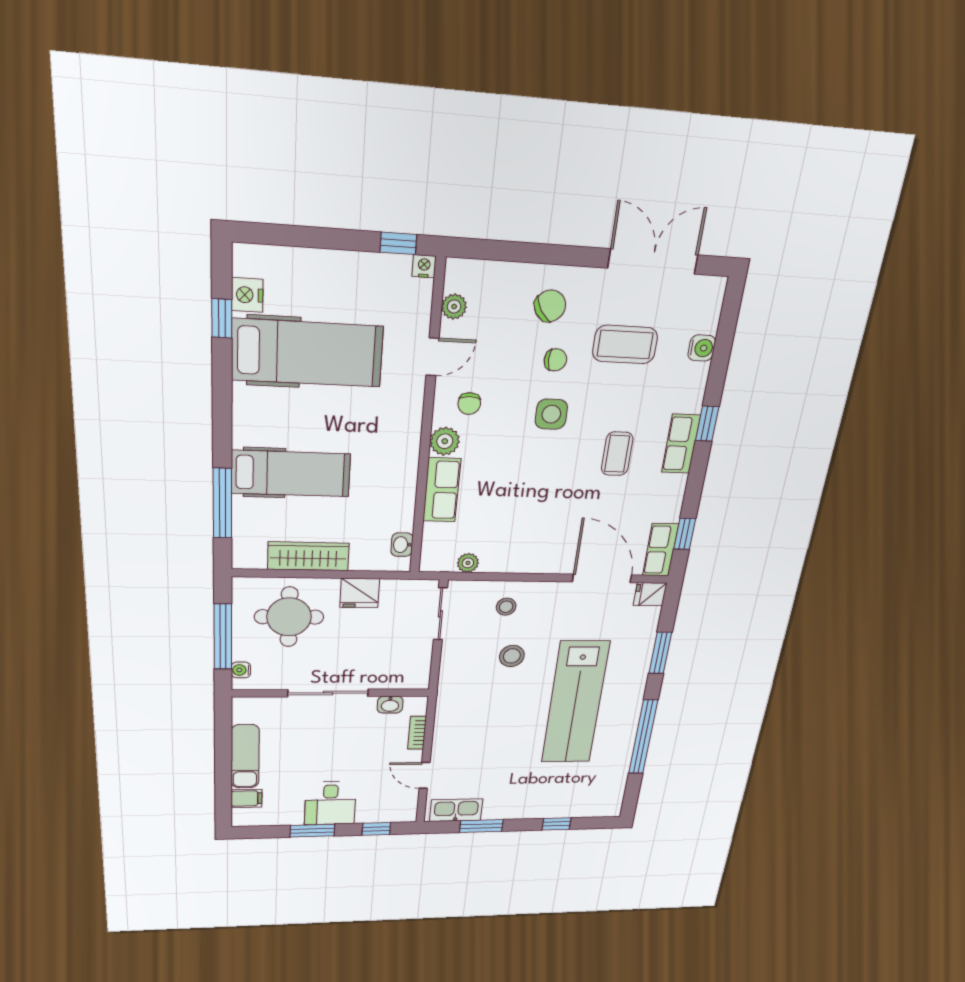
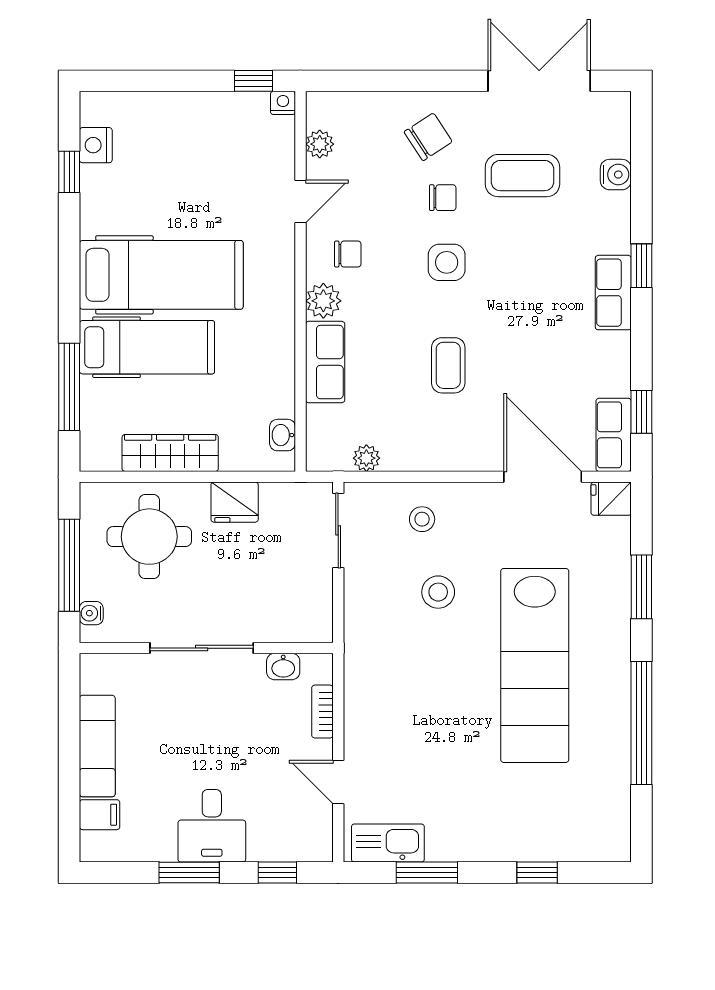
hospital bed: (307, 353) -> (161, 275), moved
chair: (469, 404) -> (348, 254), turned -90
coffee table: (617, 454) -> (448, 365), moved

